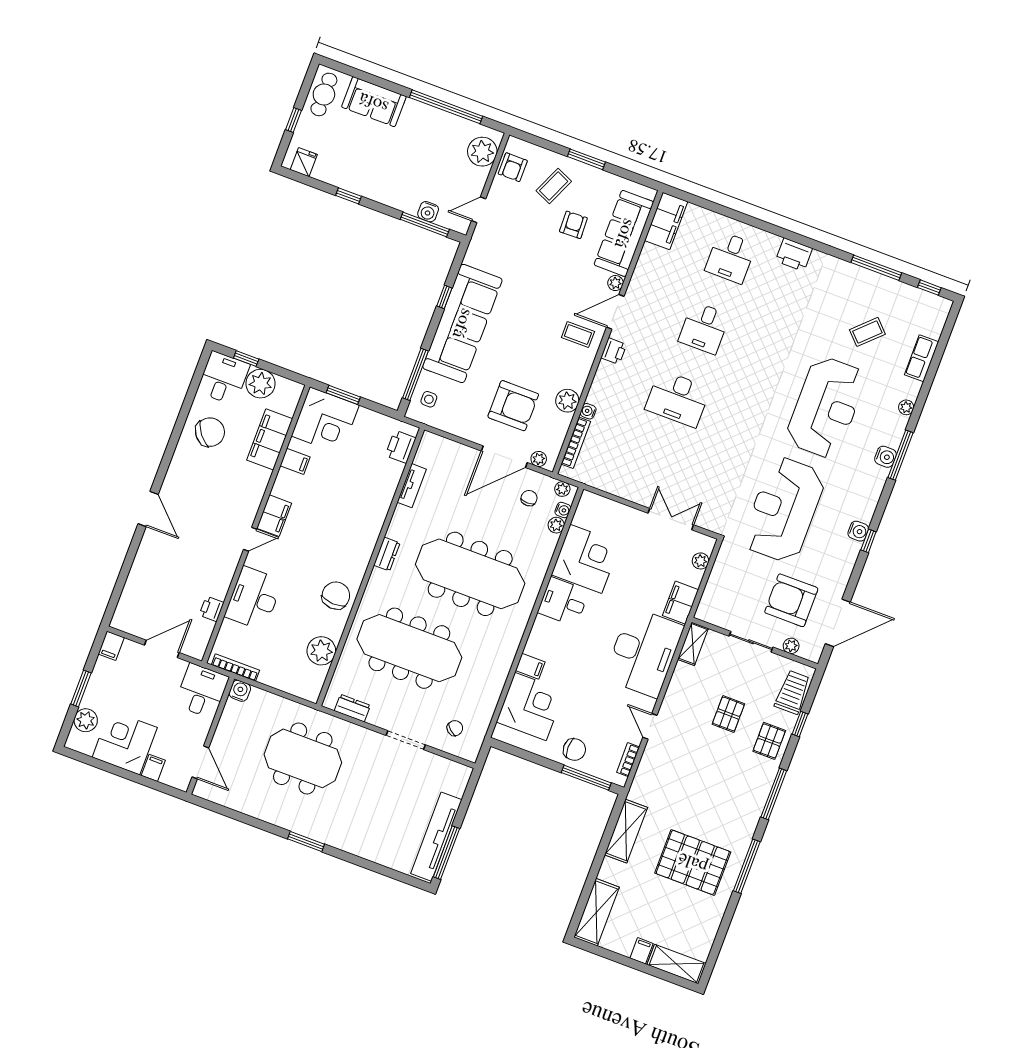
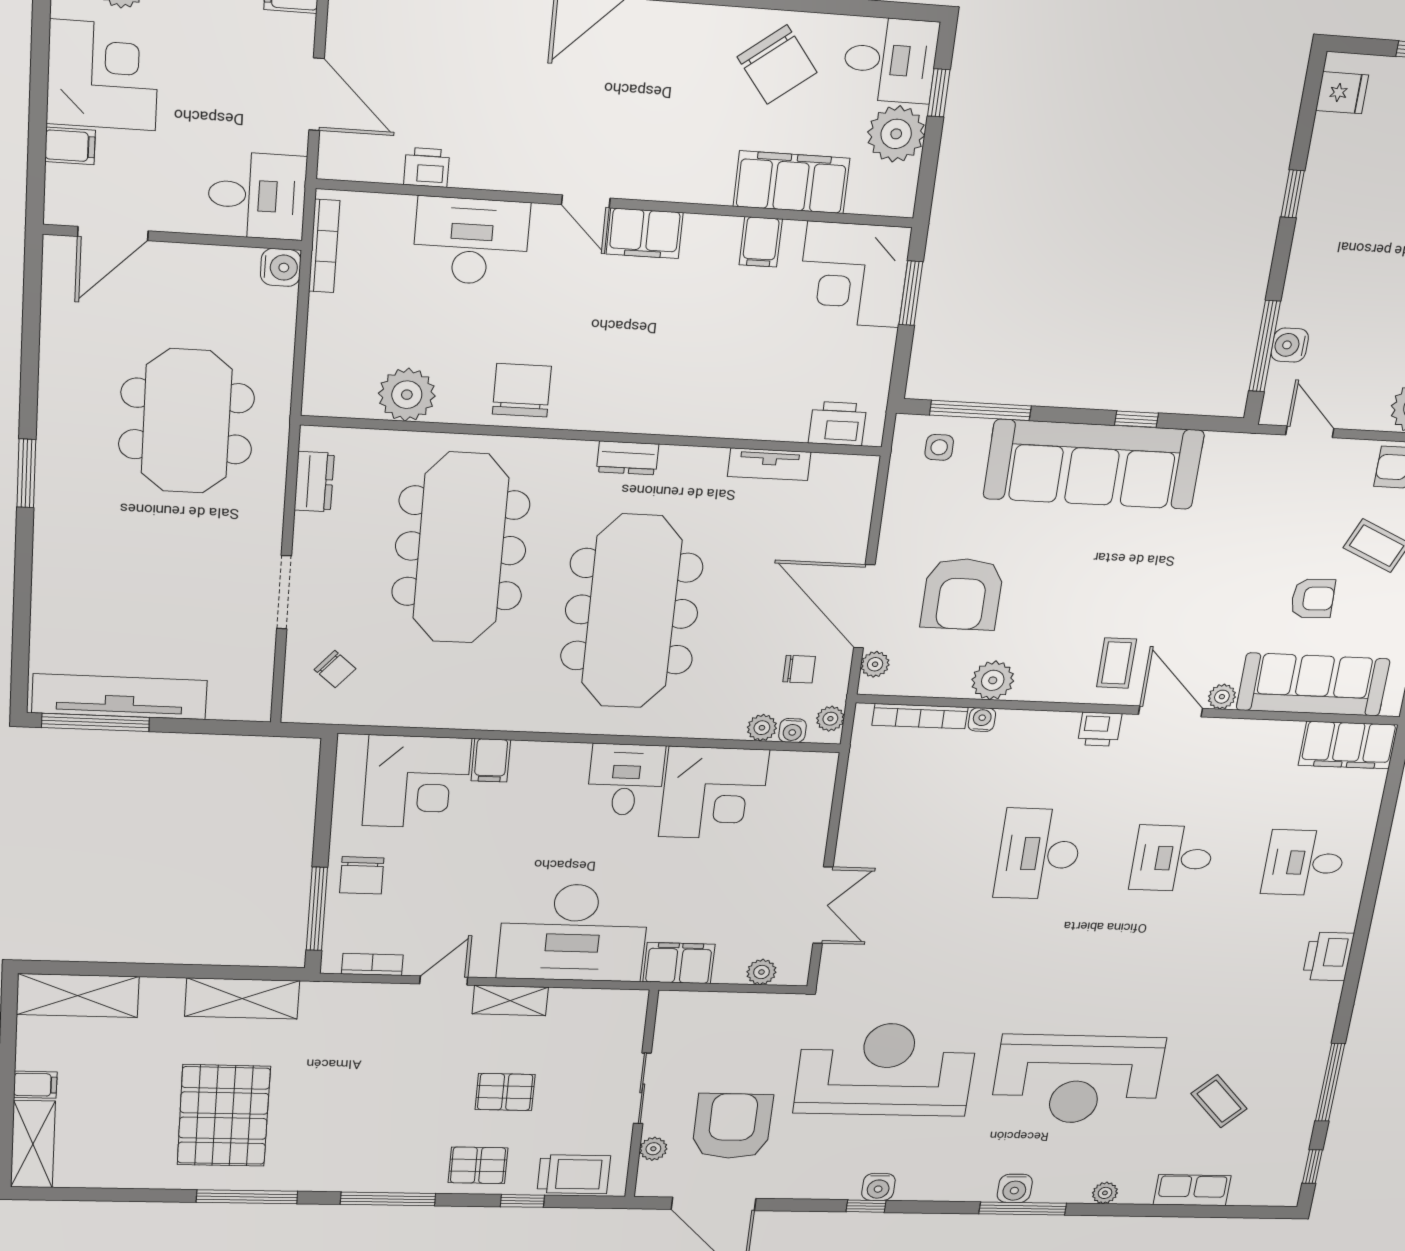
chair: (336, 596) -> (522, 390), turned -93
shelving: (693, 644) -> (510, 1001), moved

